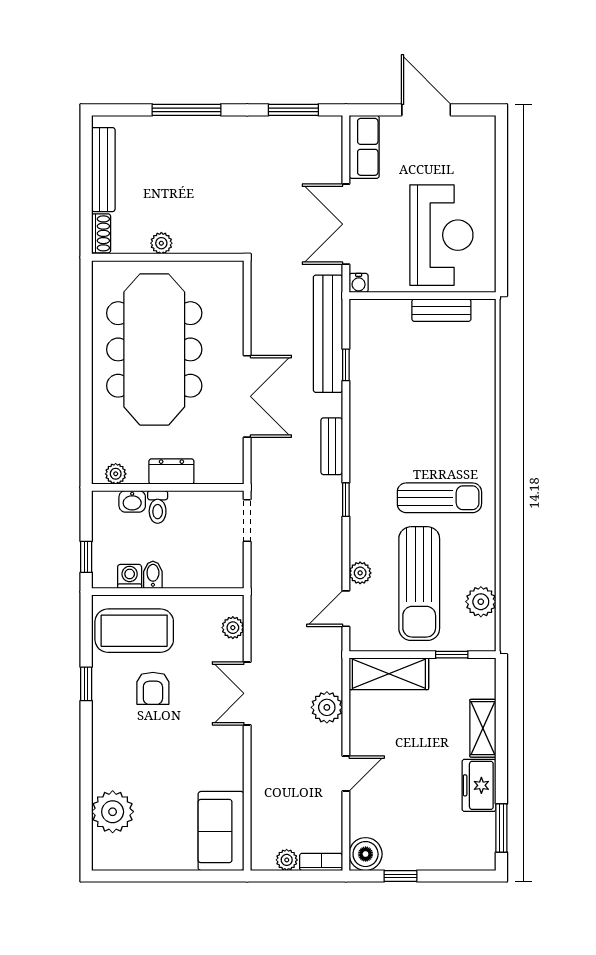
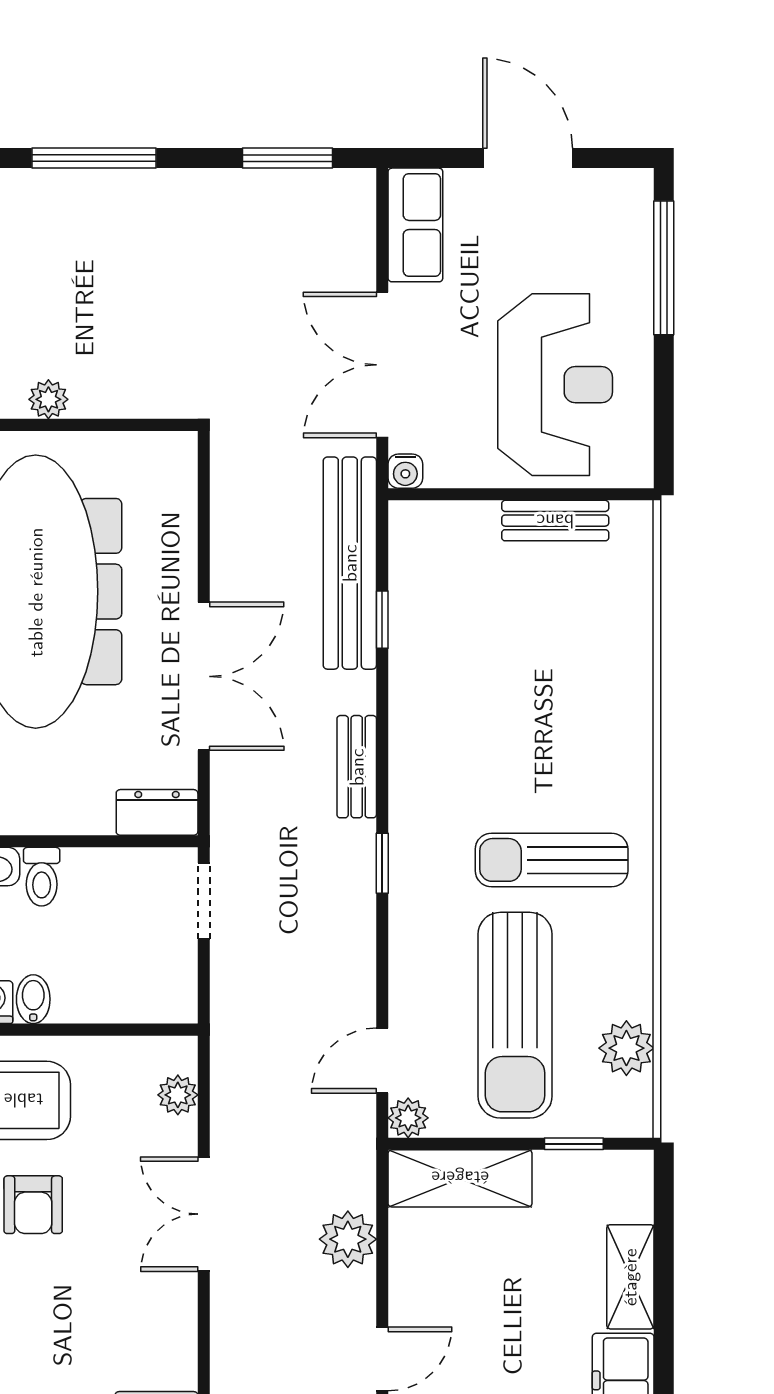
window: (501, 171) -> (664, 268), added
dresser: (171, 471) -> (157, 812), moved
sun lounger: (439, 498) -> (552, 860), turned 180
plant: (360, 573) -> (408, 1118), moved

